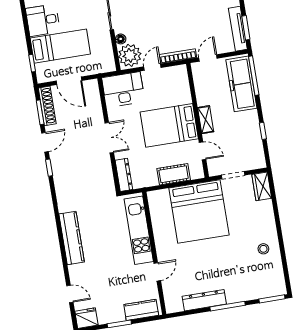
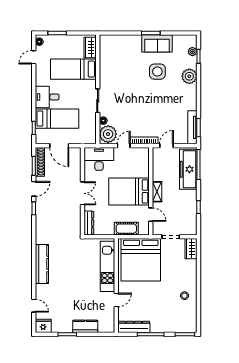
kitchen unit: (139, 230) -> (107, 266), moved
wall: (154, 253) -> (116, 285), moved
door: (157, 272) -> (116, 300), moved

